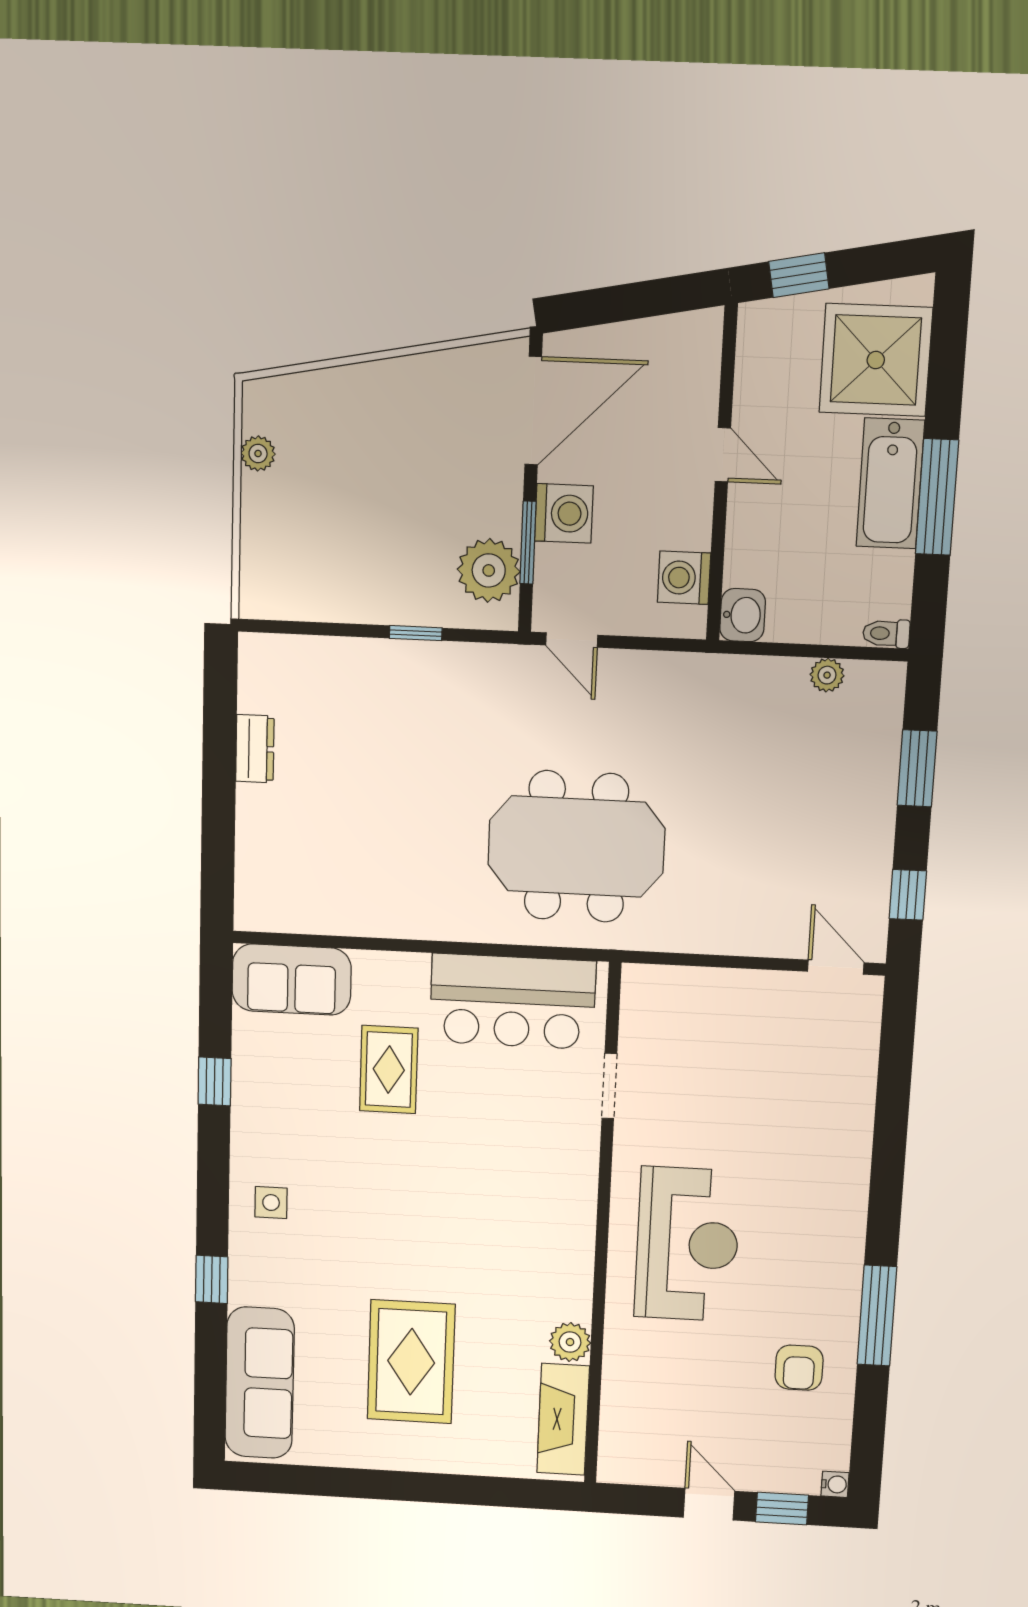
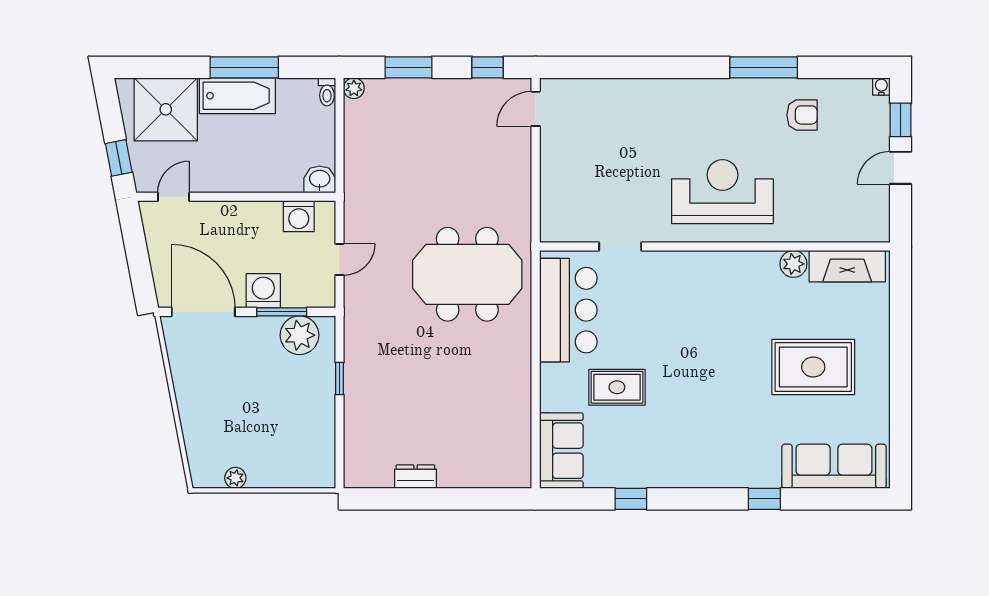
door: (723, 455) -> (174, 197), moved
door: (572, 640) -> (339, 259), moved
plant: (827, 675) -> (354, 88), moved
meeting table: (576, 847) -> (467, 274), turned 90
side table: (271, 1203) -> (710, 461), removed

